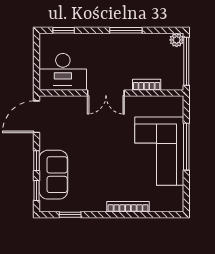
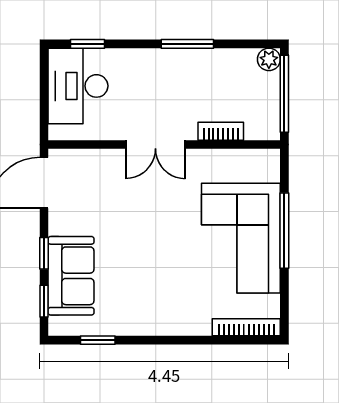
desk: (63, 72) -> (78, 86), moved, turned 90
bookcase: (128, 207) -> (246, 327), moved

